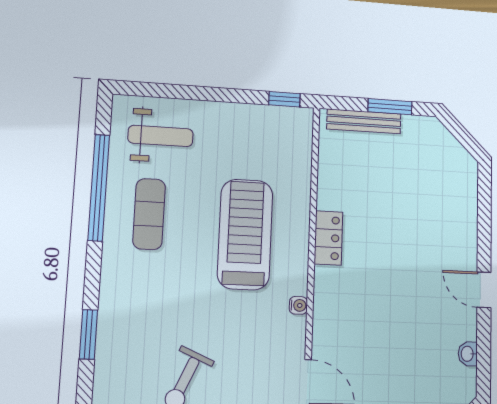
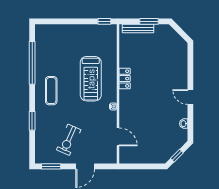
weight bench: (160, 136) -> (55, 40), removed
exercise mat: (149, 214) -> (51, 91), moved
treadmill: (245, 234) -> (91, 79), turned 180

